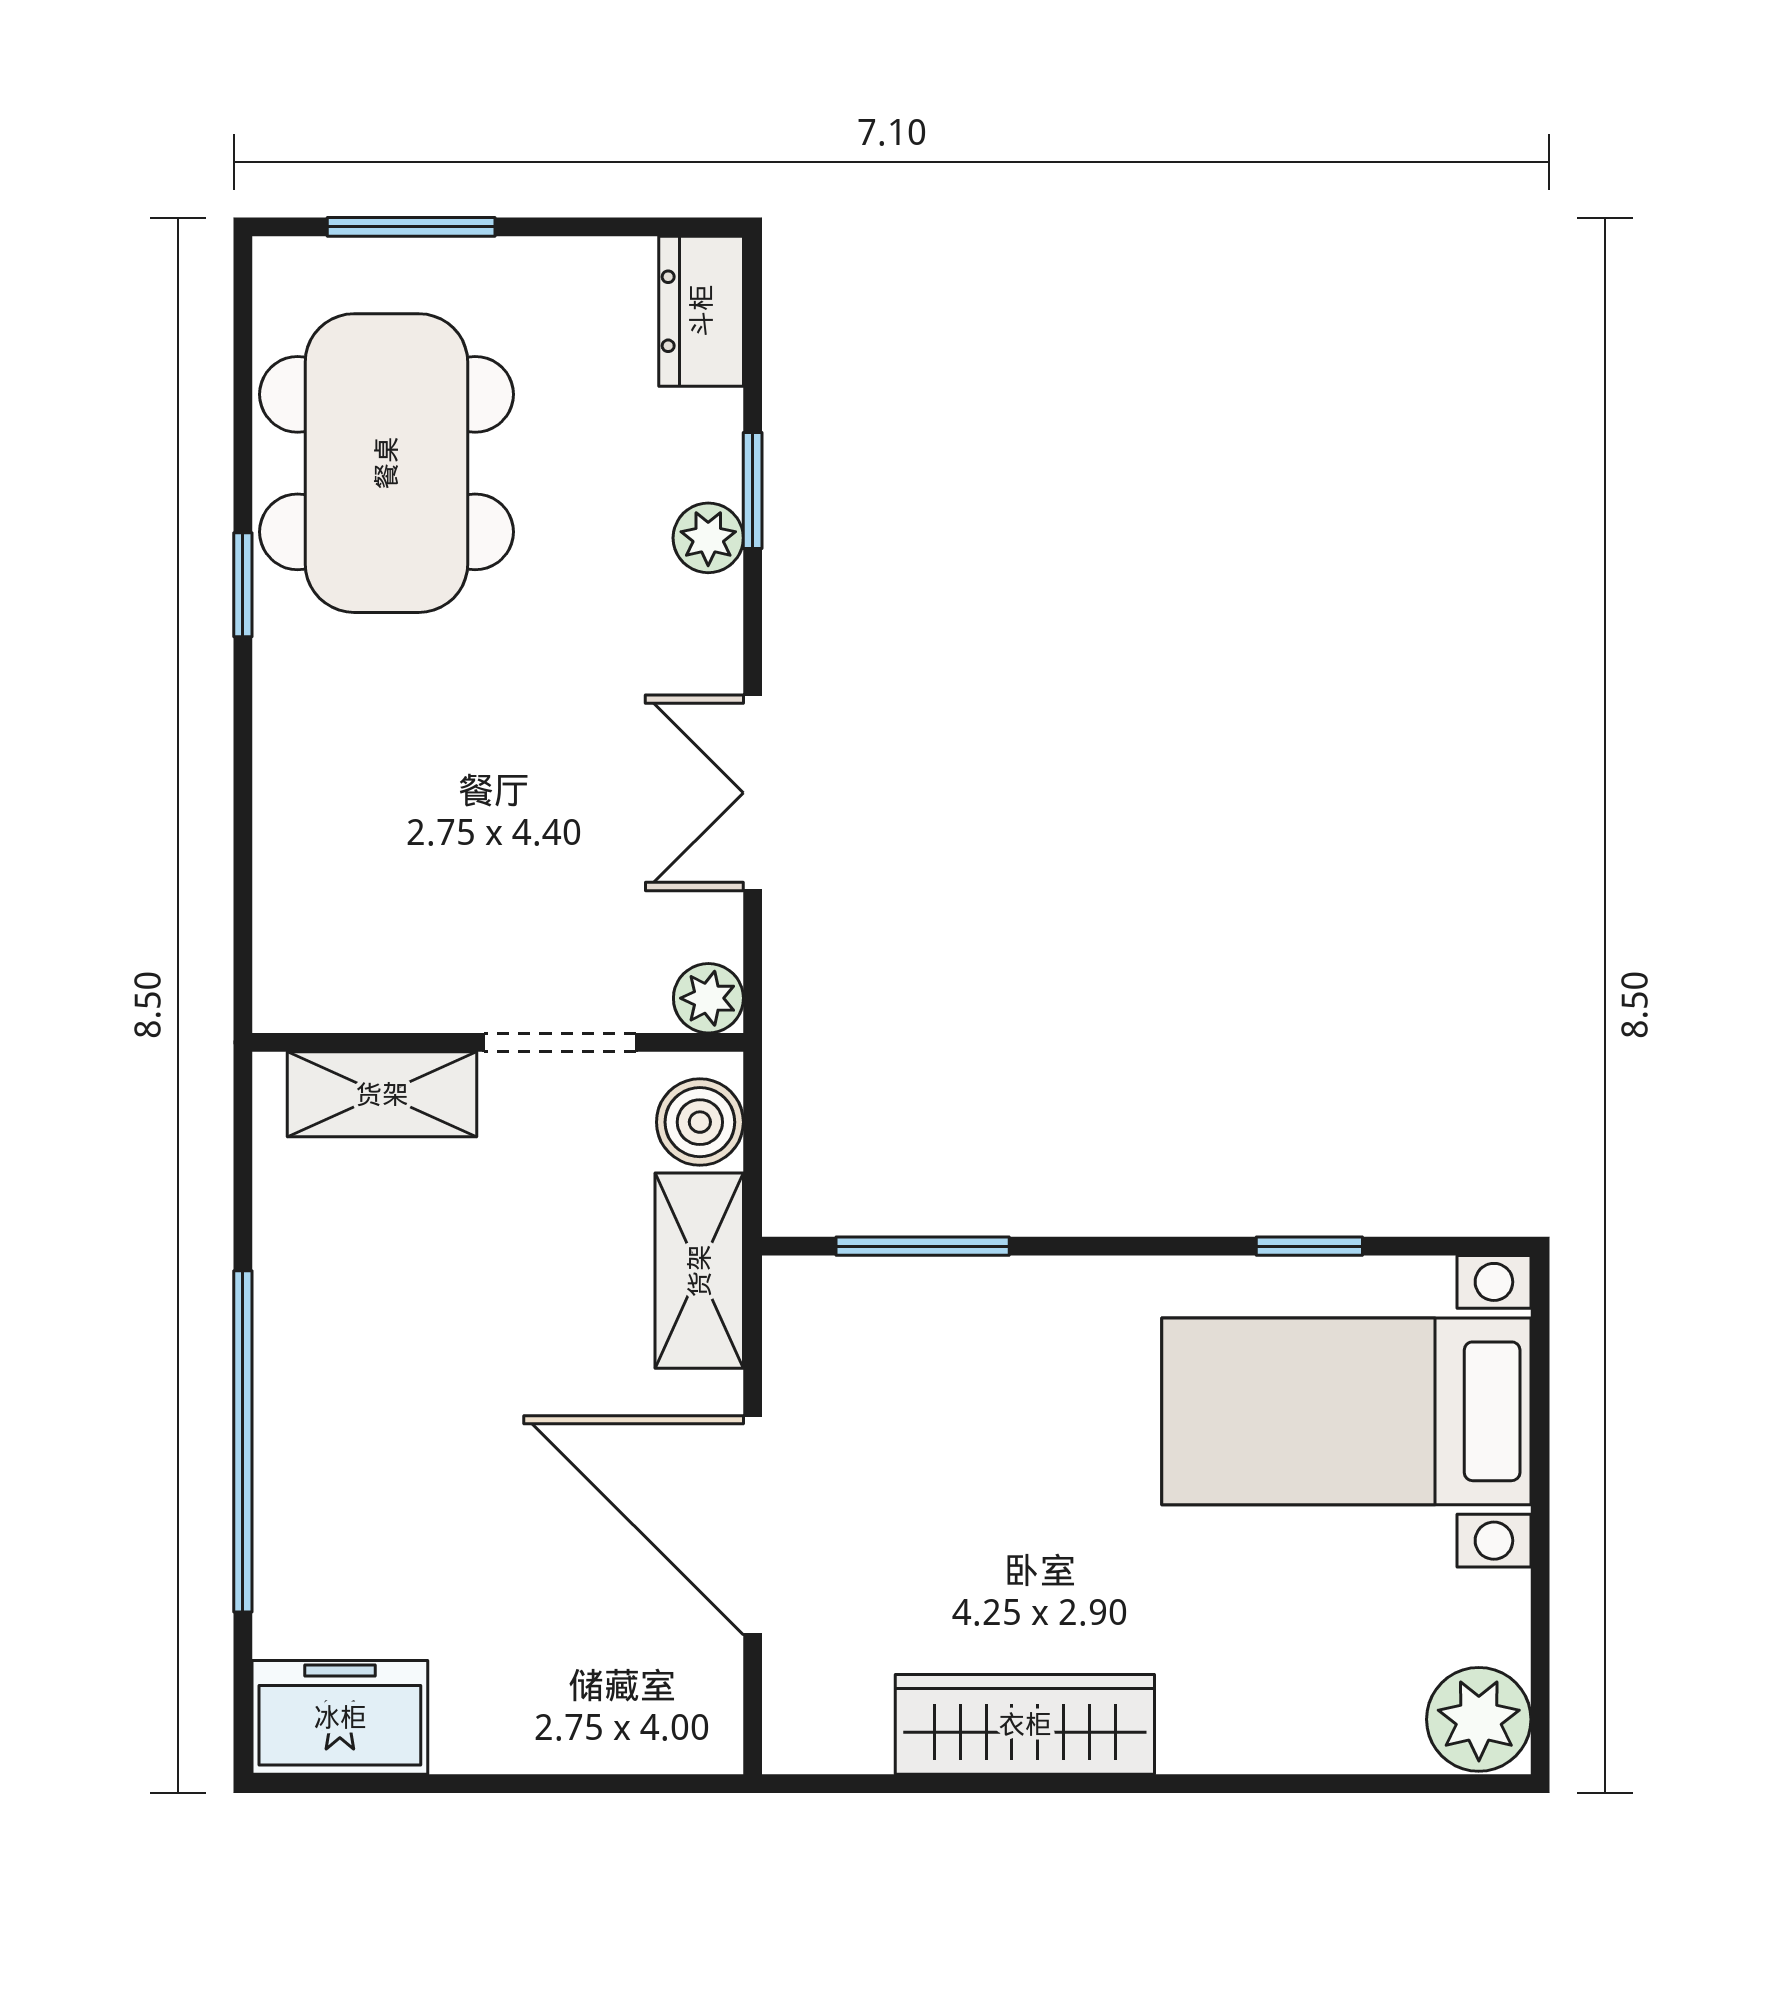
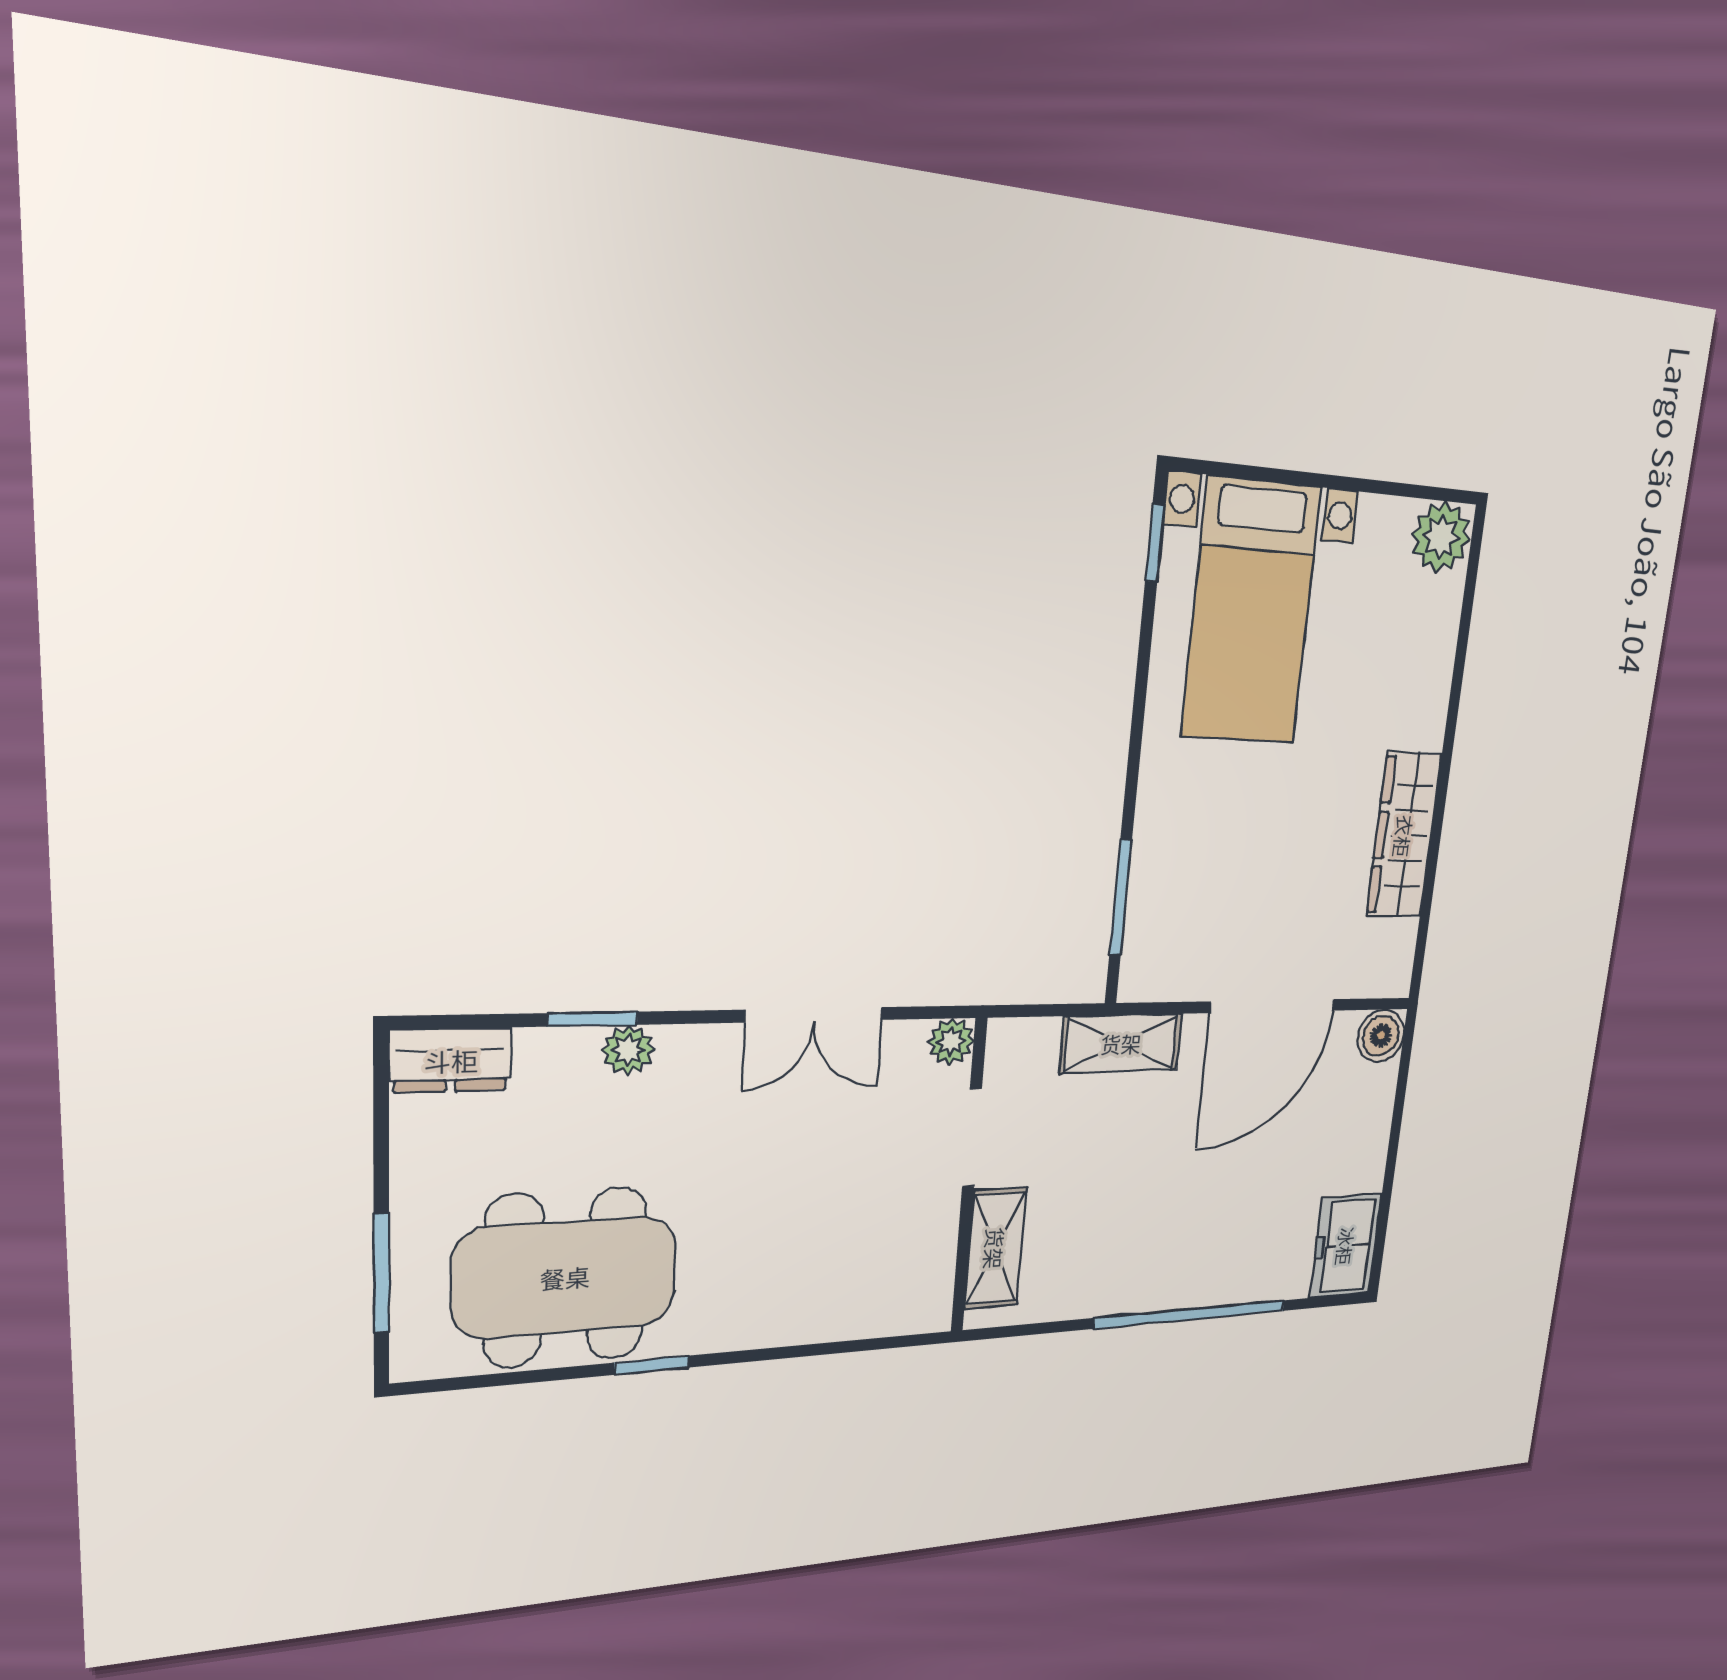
boiler: (700, 1122) -> (1381, 1036), moved
window: (1309, 1246) -> (1155, 543), moved

